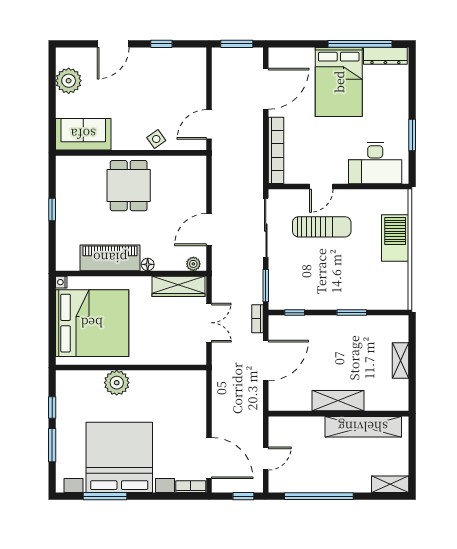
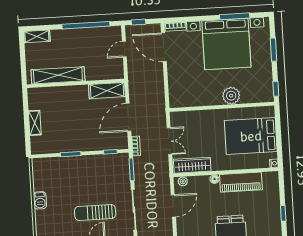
barbecue: (395, 238) -> (40, 200), width x0.53, depth x0.65
bed: (92, 323) -> (251, 136), width x0.73
double door: (209, 323) -> (169, 141), swing flipped
shelving: (338, 401) -> (107, 91), moved
window: (52, 407) -> (276, 89), moved

